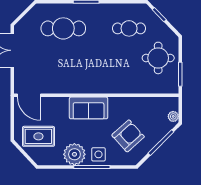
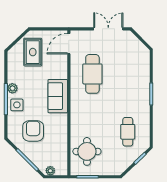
cafe table: (63, 28) -> (92, 74), moved
round table: (158, 58) -> (87, 151), moved
armchair: (128, 136) -> (33, 131), turned -138
plant: (74, 154) -> (12, 88), width x0.53, depth x0.53

